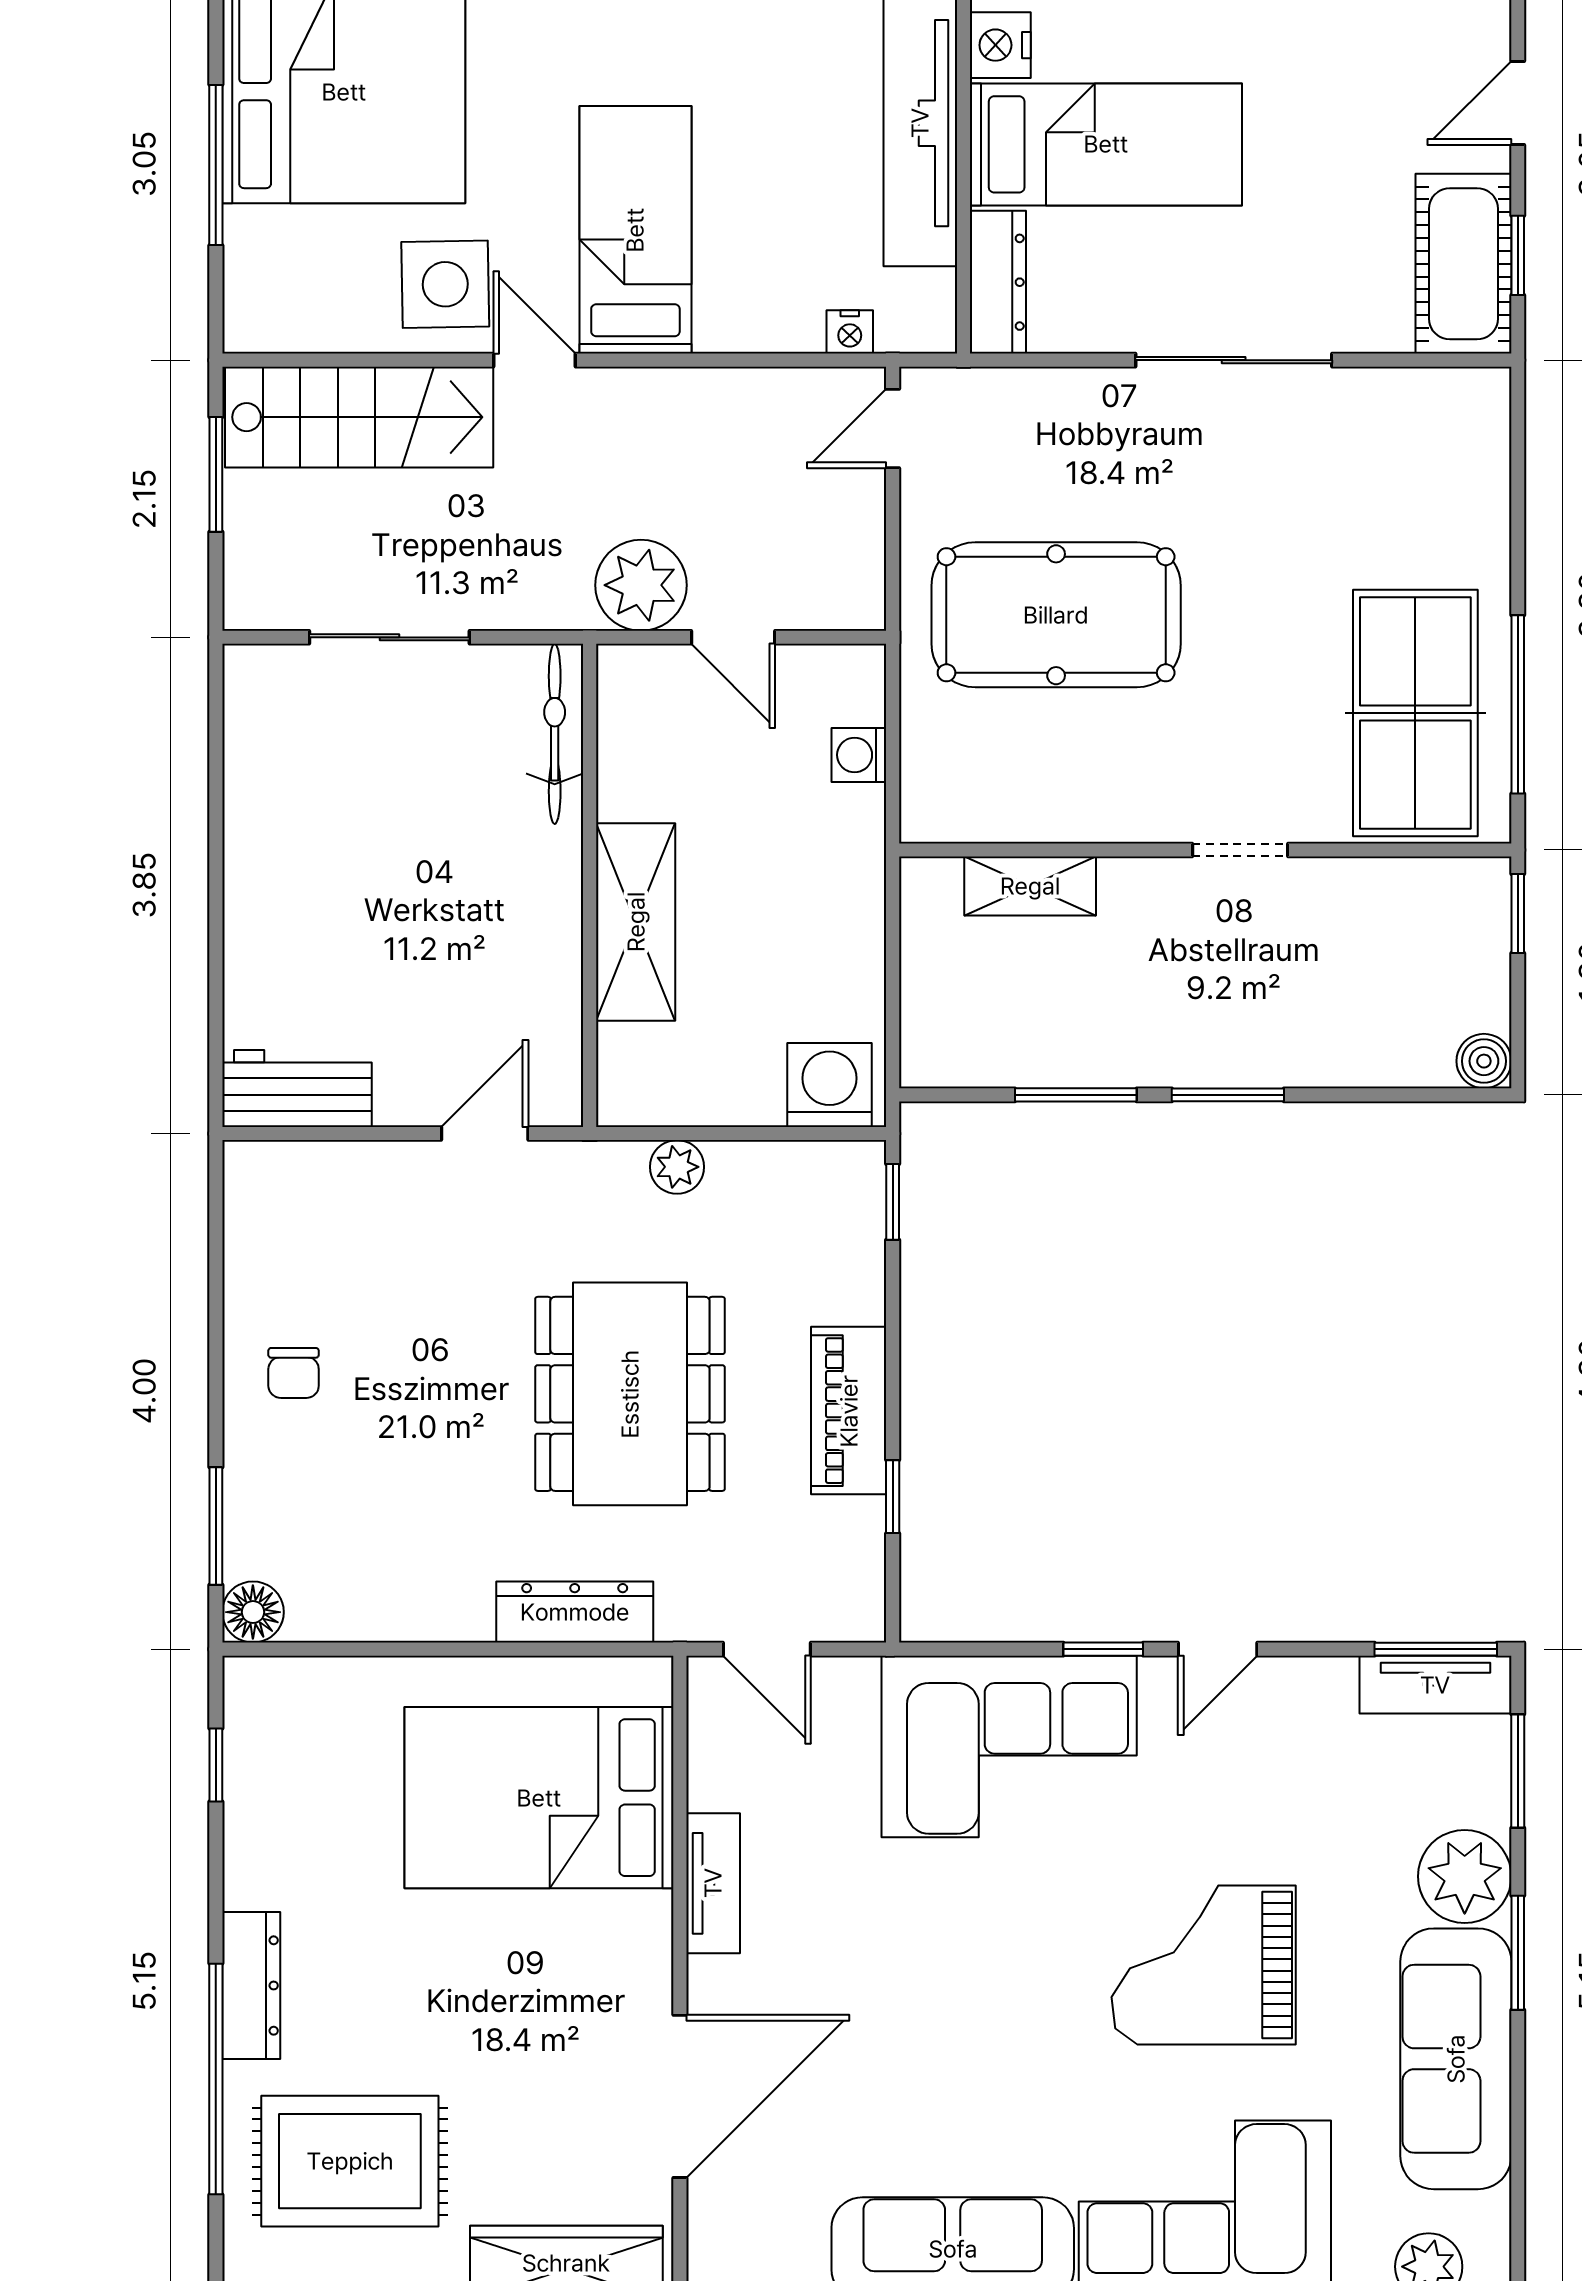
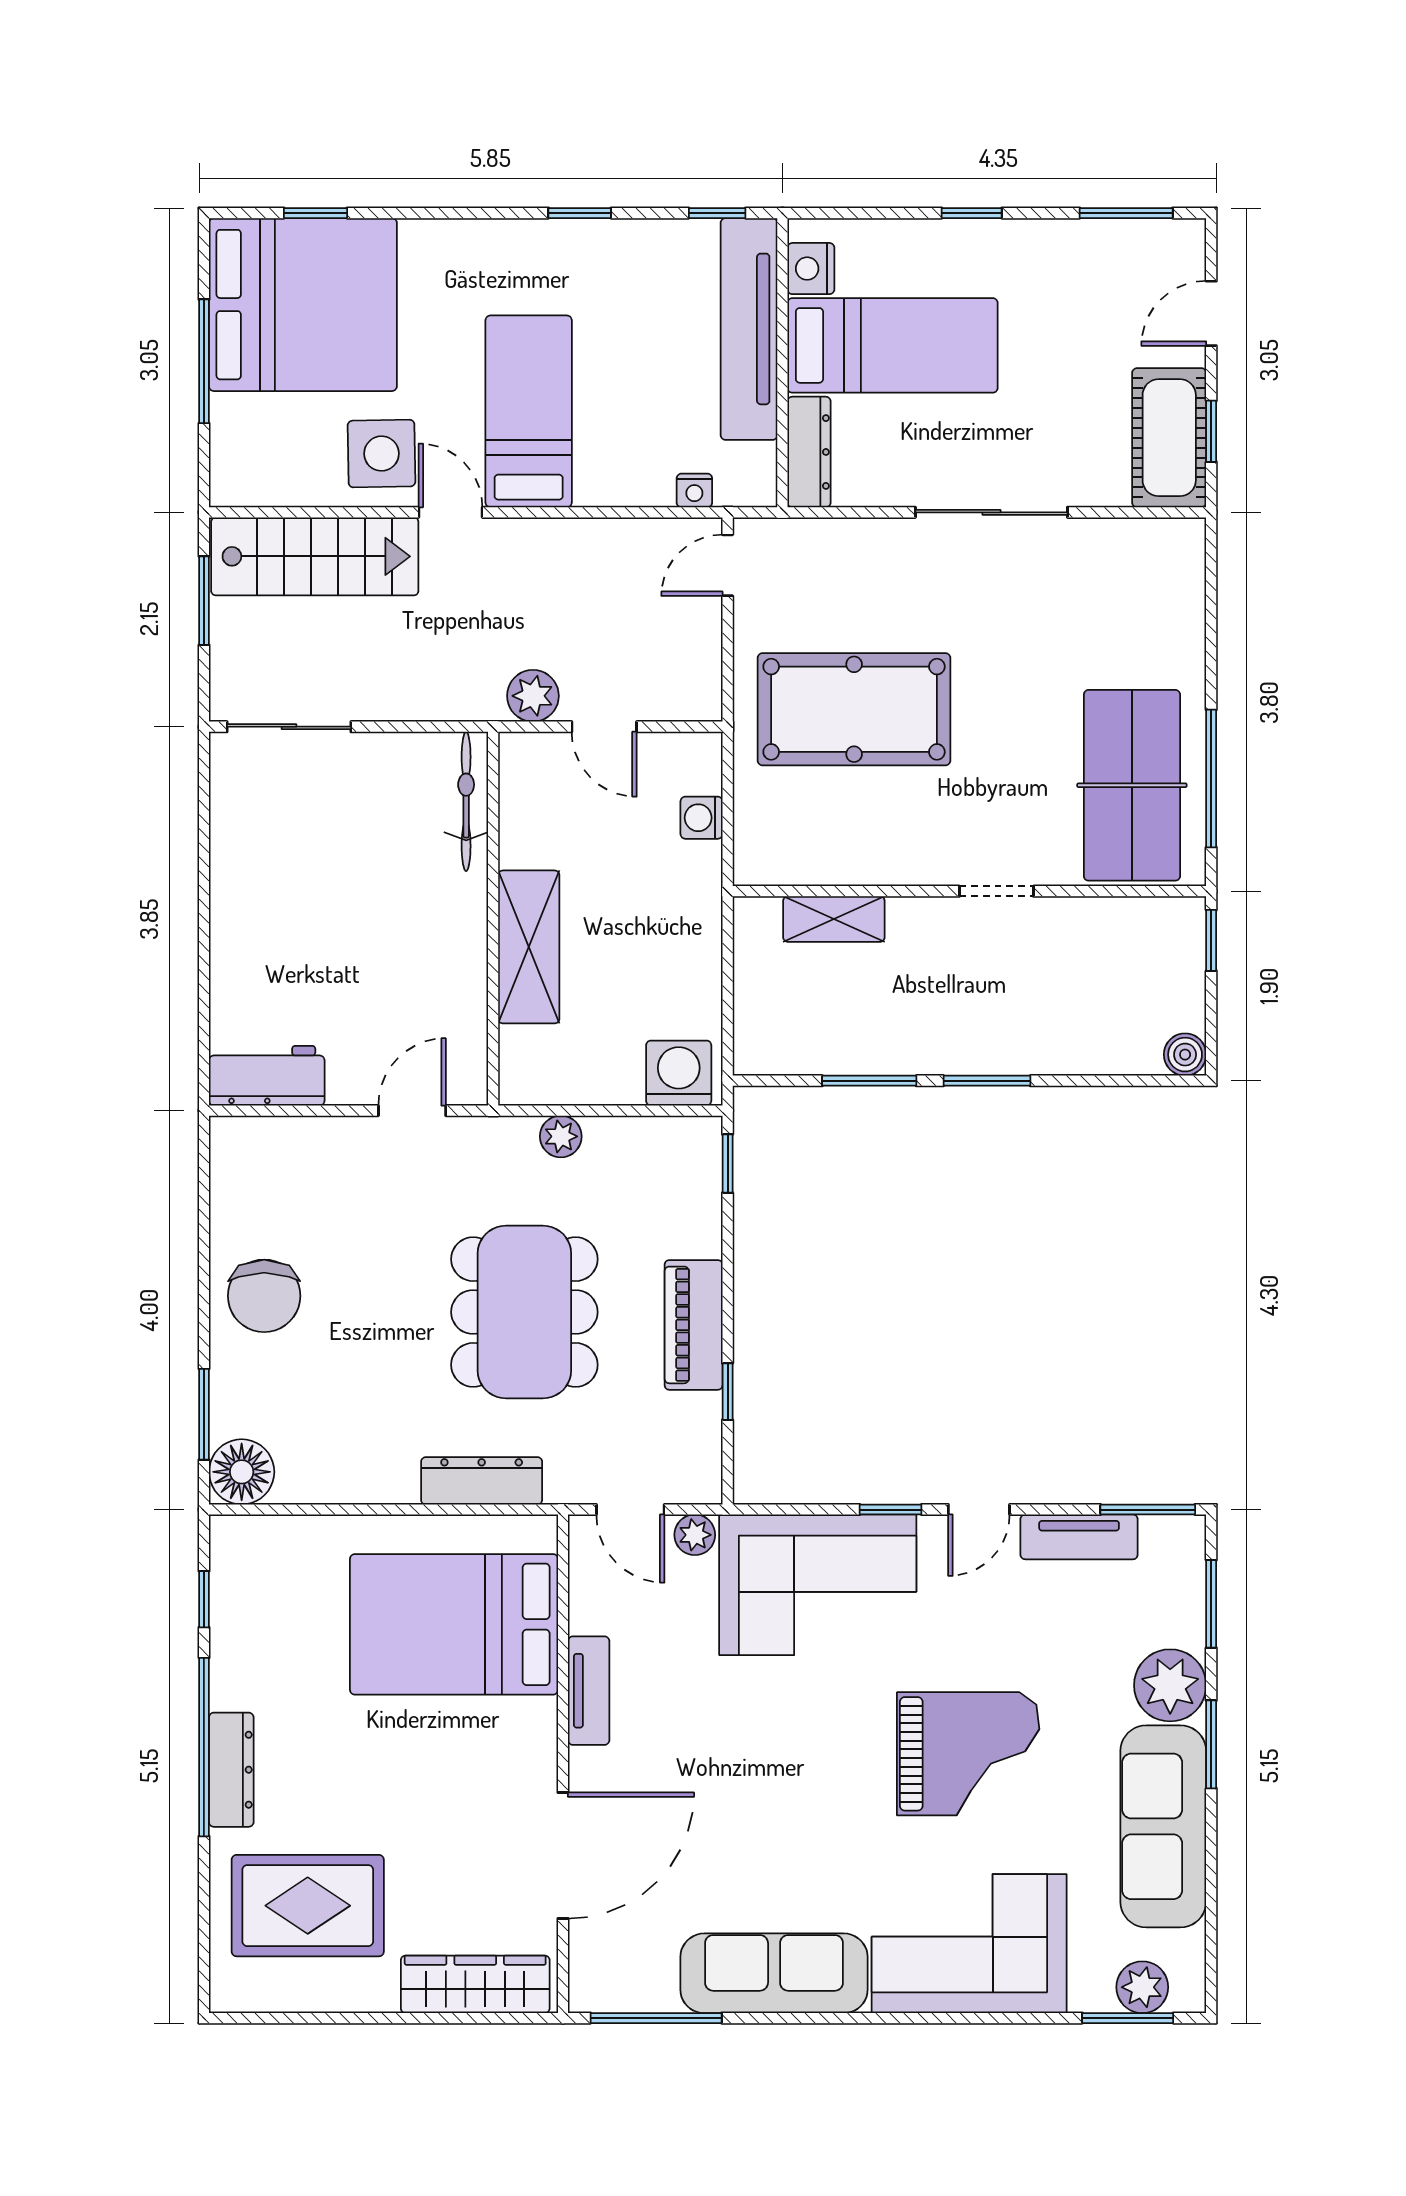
plant: (641, 585) -> (533, 696), width x0.73, depth x0.73
sliding door: (389, 637) -> (289, 727), moved
chair: (294, 1373) -> (264, 1296), width x1.87, depth x1.87
floor lamp: (253, 1612) -> (242, 1472), width x1.38, depth x1.38
plant: (850, 1682) -> (695, 1535), added
tv unit: (1435, 1685) -> (1079, 1537), moved
grand piano: (1204, 1965) -> (968, 1754), turned 180
window: (216, 2079) -> (204, 1747), moved

